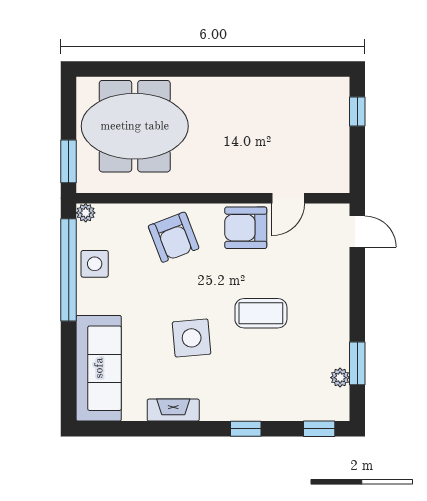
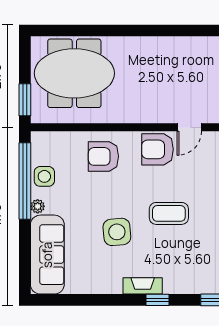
plant: (86, 213) -> (38, 206), moved
armchair: (174, 237) -> (103, 156), turned 111
fireplace: (173, 410) -> (143, 286), moved

